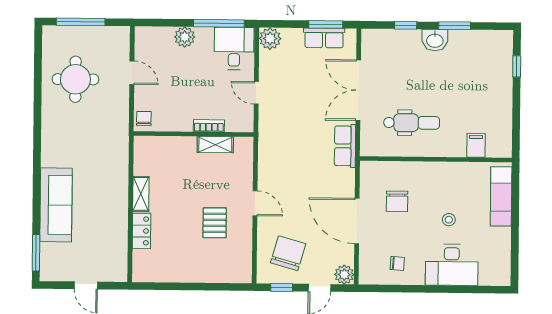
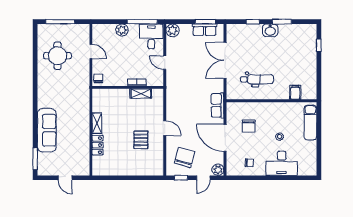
row of seats: (345, 146) -> (218, 105), moved

